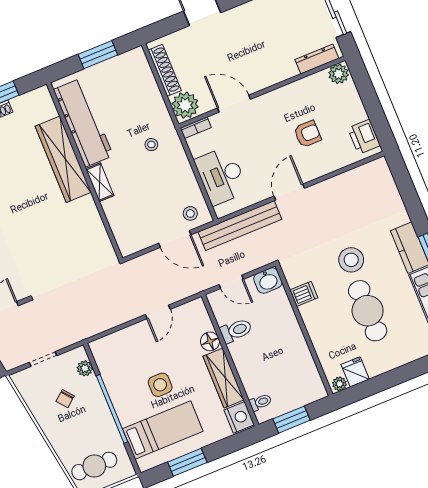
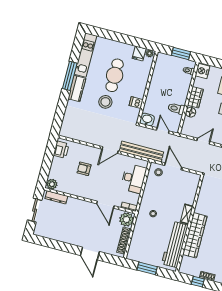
wardrobe: (224, 378) -> (195, 97), width x0.67

